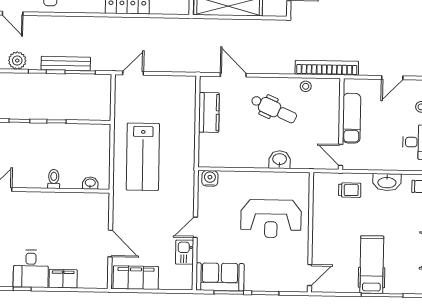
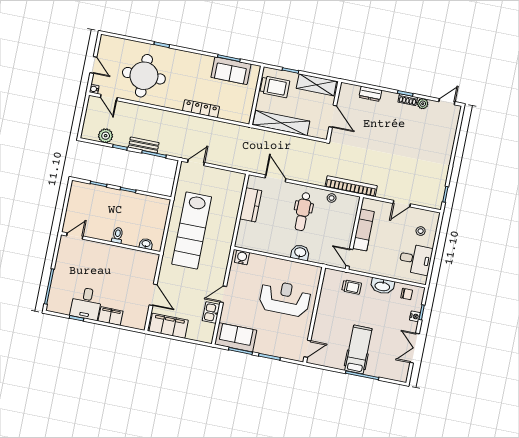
bench: (66, 63) -> (144, 145), width x0.73
dental chair: (274, 109) -> (303, 211), turned 66
lab bench: (143, 157) -> (192, 230), width x1.36
reception desk: (271, 219) -> (285, 298), turned 180

